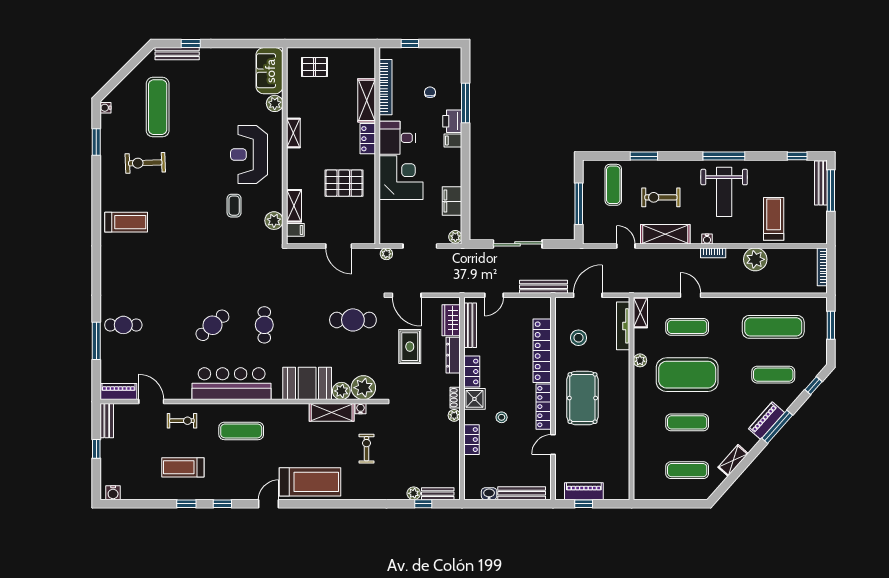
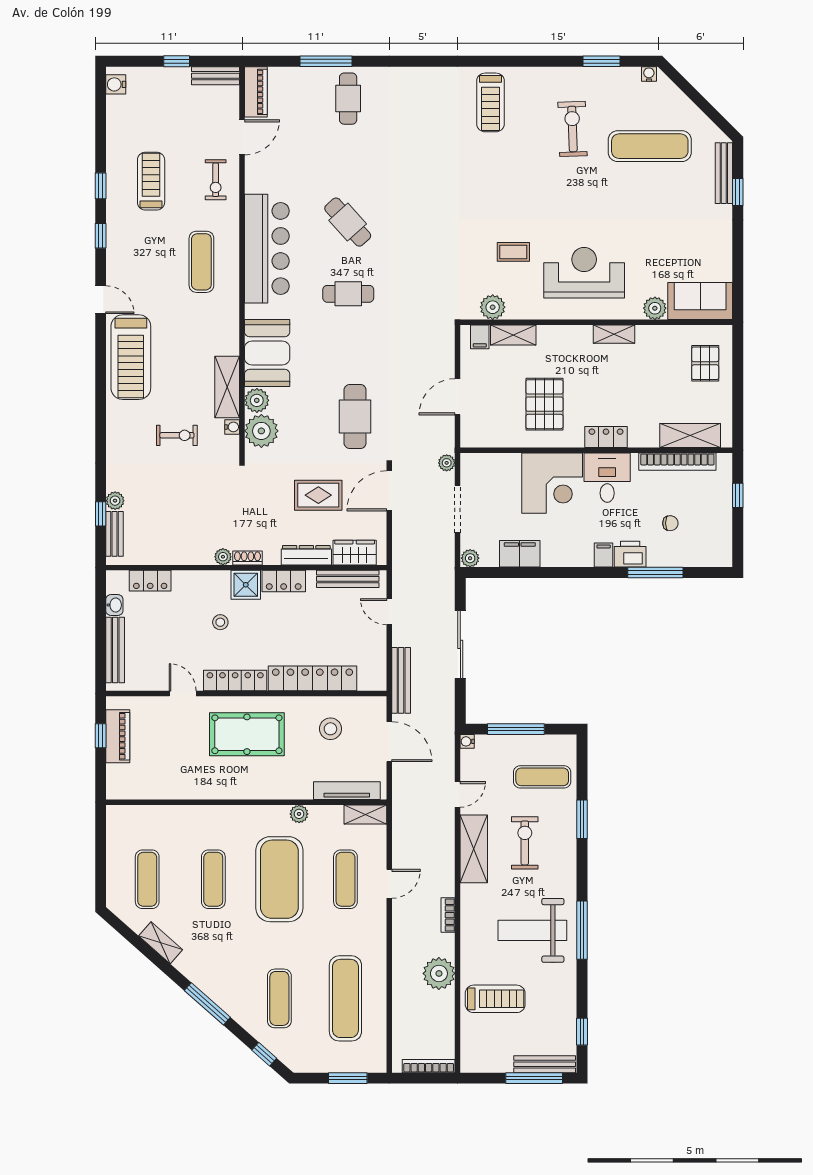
shelving: (367, 100) -> (690, 436), moved
water cooler: (707, 239) -> (467, 741), moved
piano: (766, 421) -> (216, 989), removed
locker: (471, 440) -> (150, 581), moved

